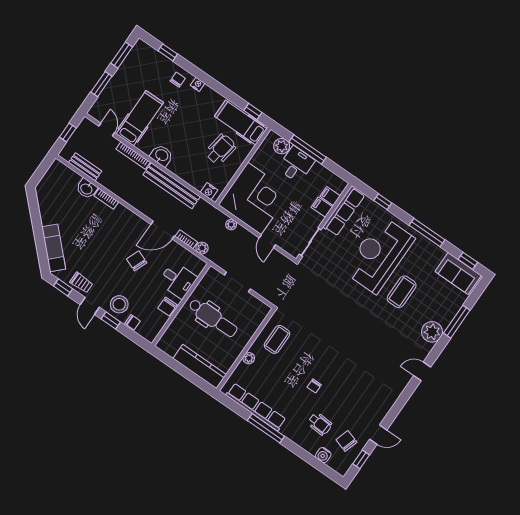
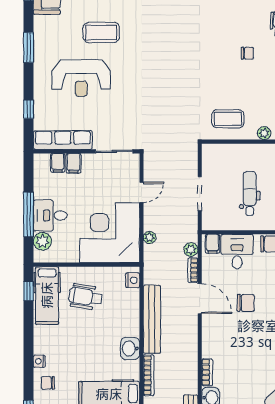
window: (427, 233) -> (29, 47), width x0.69
reception desk: (379, 255) -> (81, 78), width x0.74, depth x0.77
chair: (137, 261) -> (246, 303), turned -111
filing cabinet: (195, 266) -> (213, 244), added
dental chair: (213, 318) -> (250, 193), width x0.73, depth x0.72

